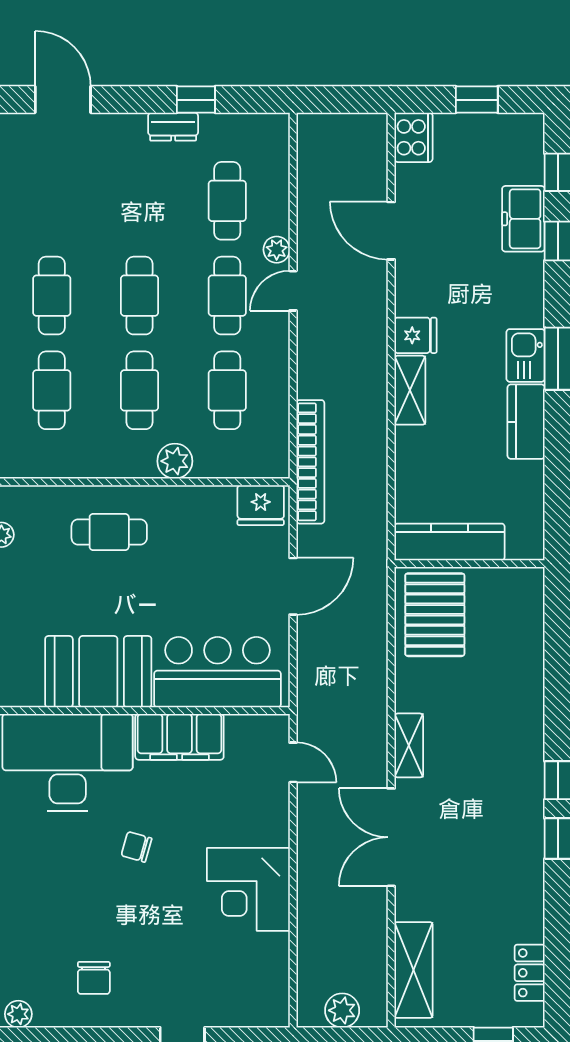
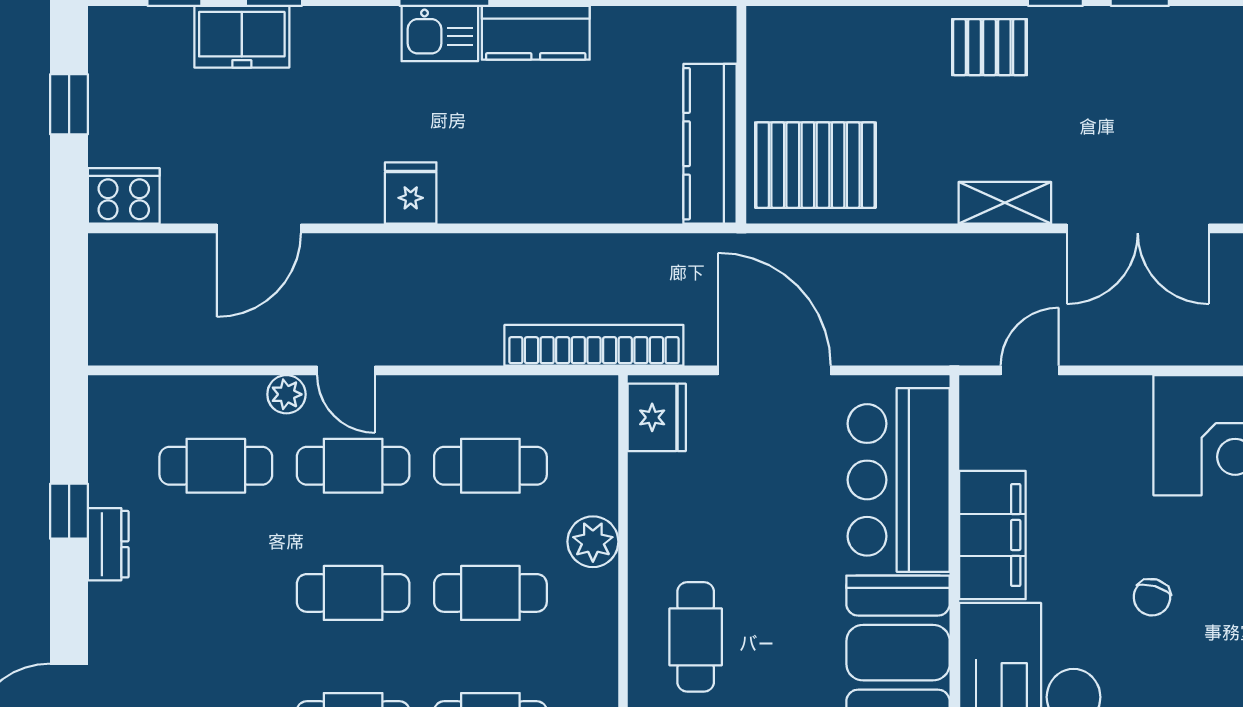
shelving: (410, 390) -> (490, 201), removed
door: (293, 586) -> (774, 370), width x1.36
pallet: (516, 735) -> (989, 47), added

